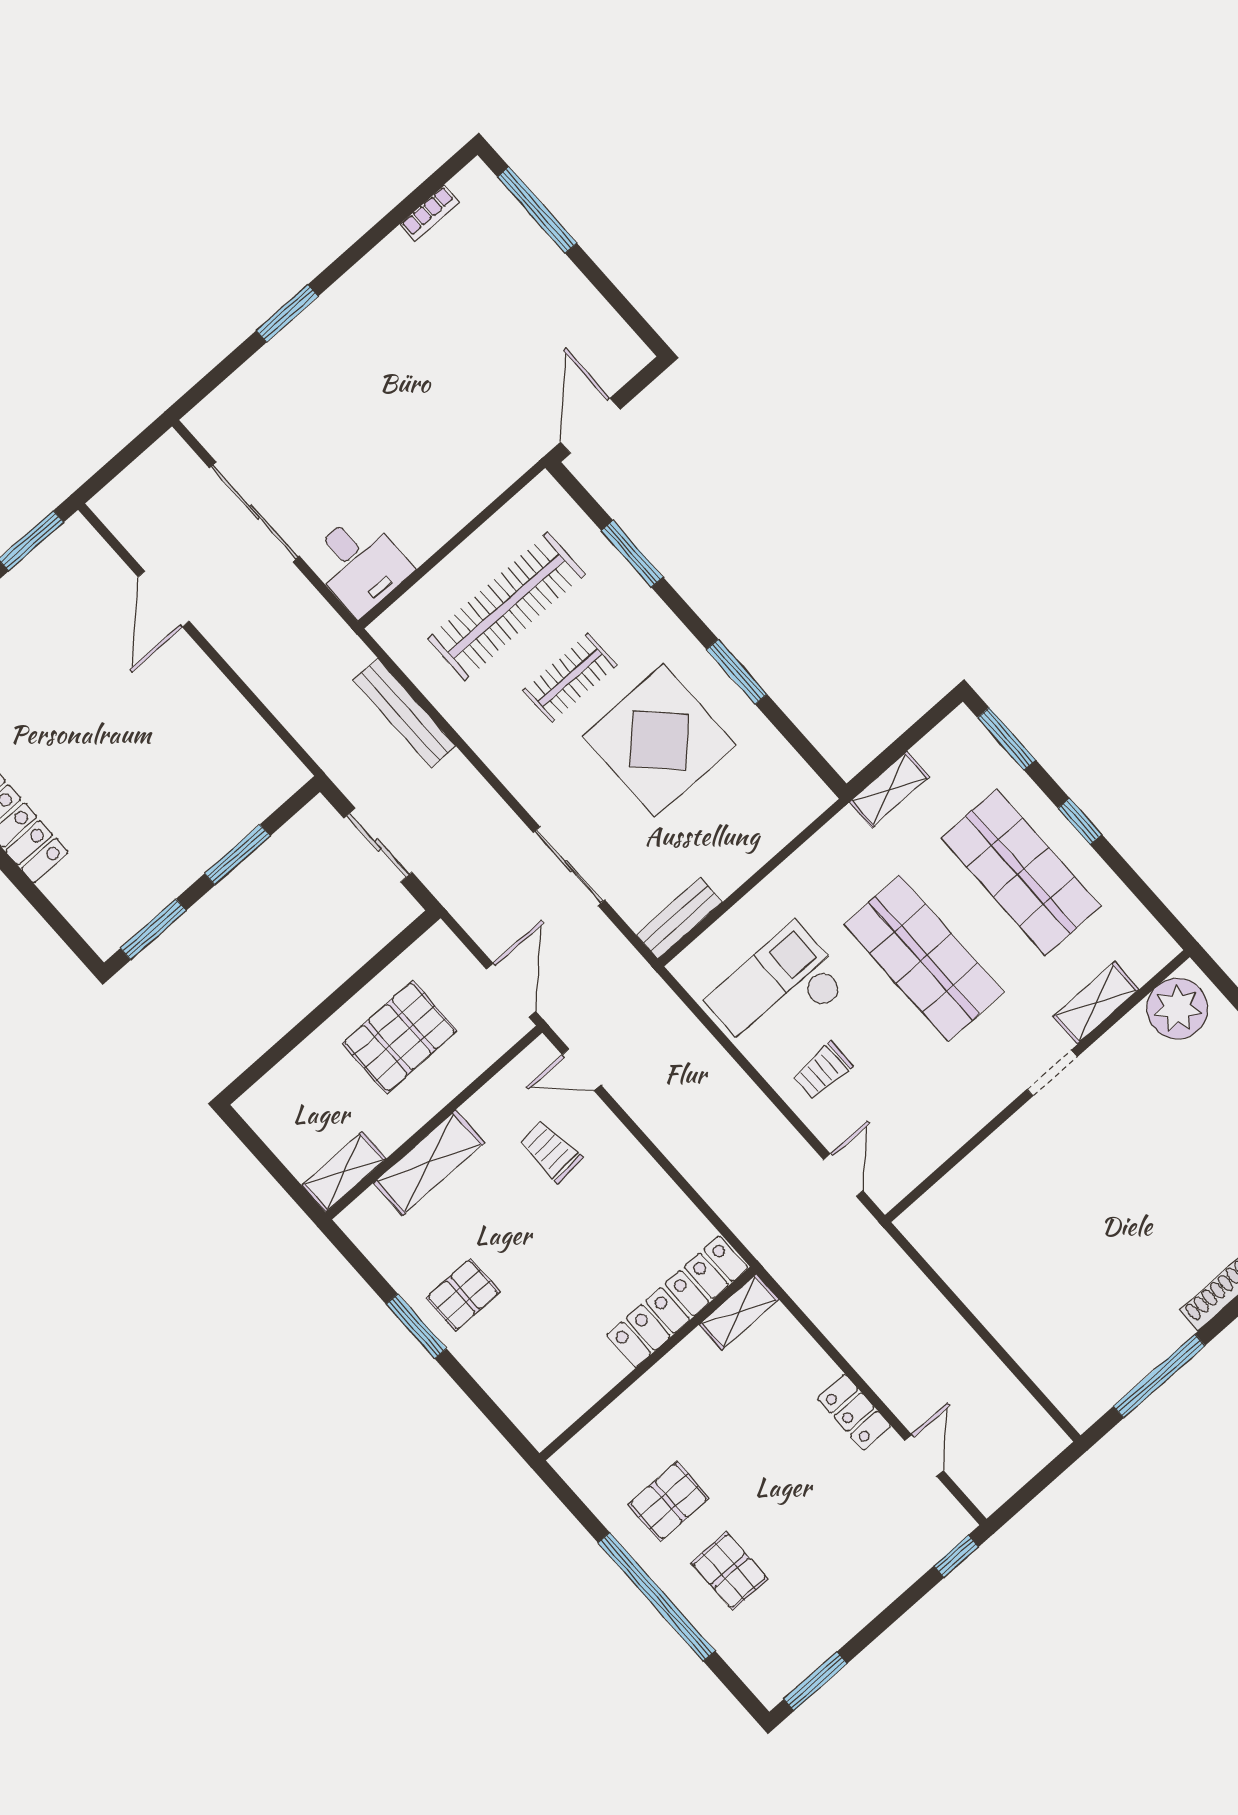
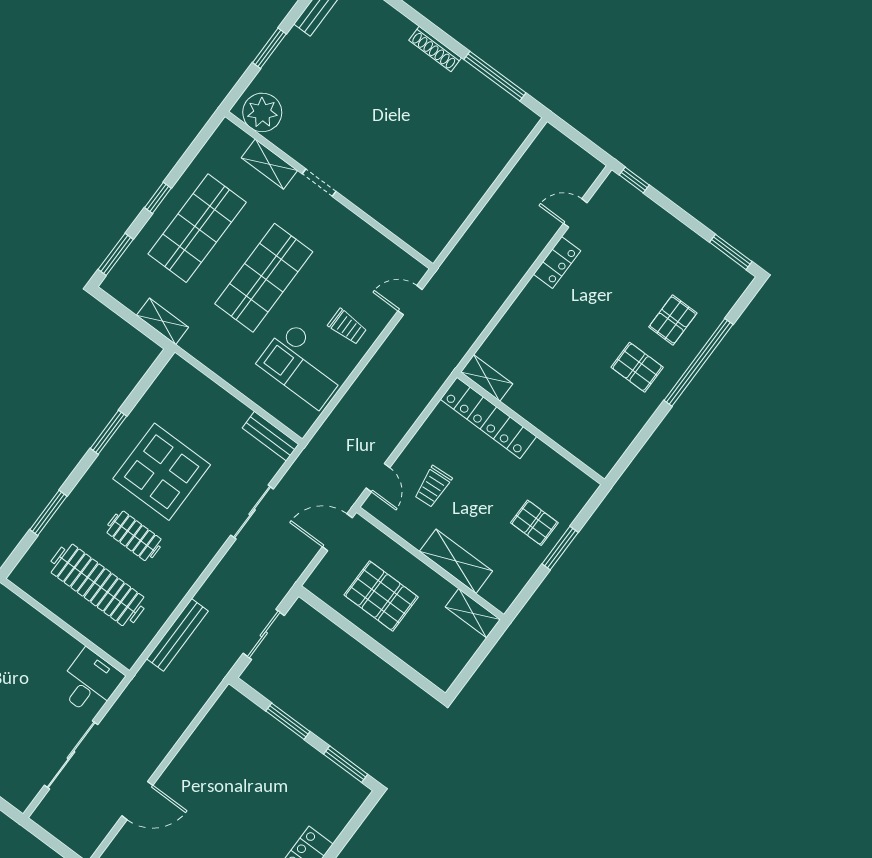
locker: (677, 1302) -> (488, 418), moved
shelving: (739, 1312) -> (487, 378), moved
wall: (648, 1363) -> (531, 428), moved

